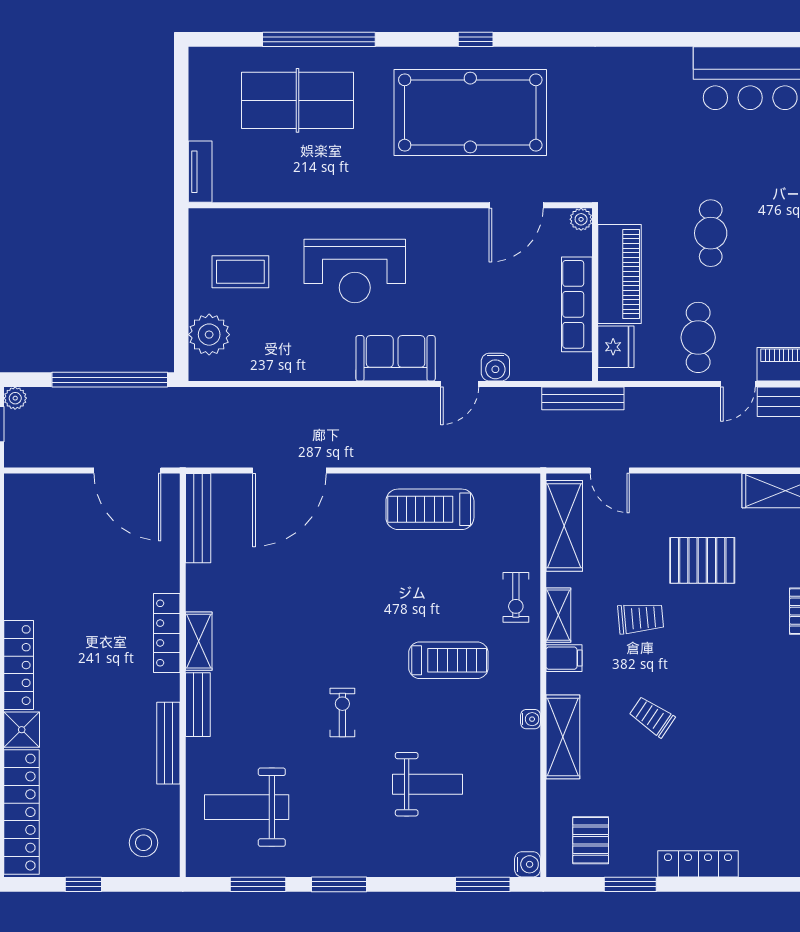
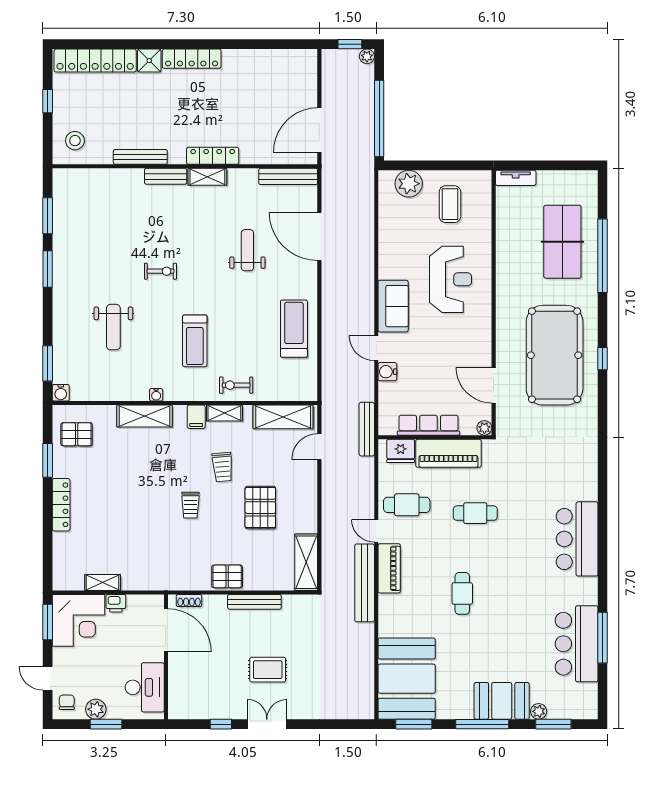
reception desk: (355, 271) -> (450, 279), turned 180
trolley: (652, 717) -> (190, 505), moved, turned 146
weight bench: (247, 807) -> (247, 250), moved, width x0.73, depth x0.75

